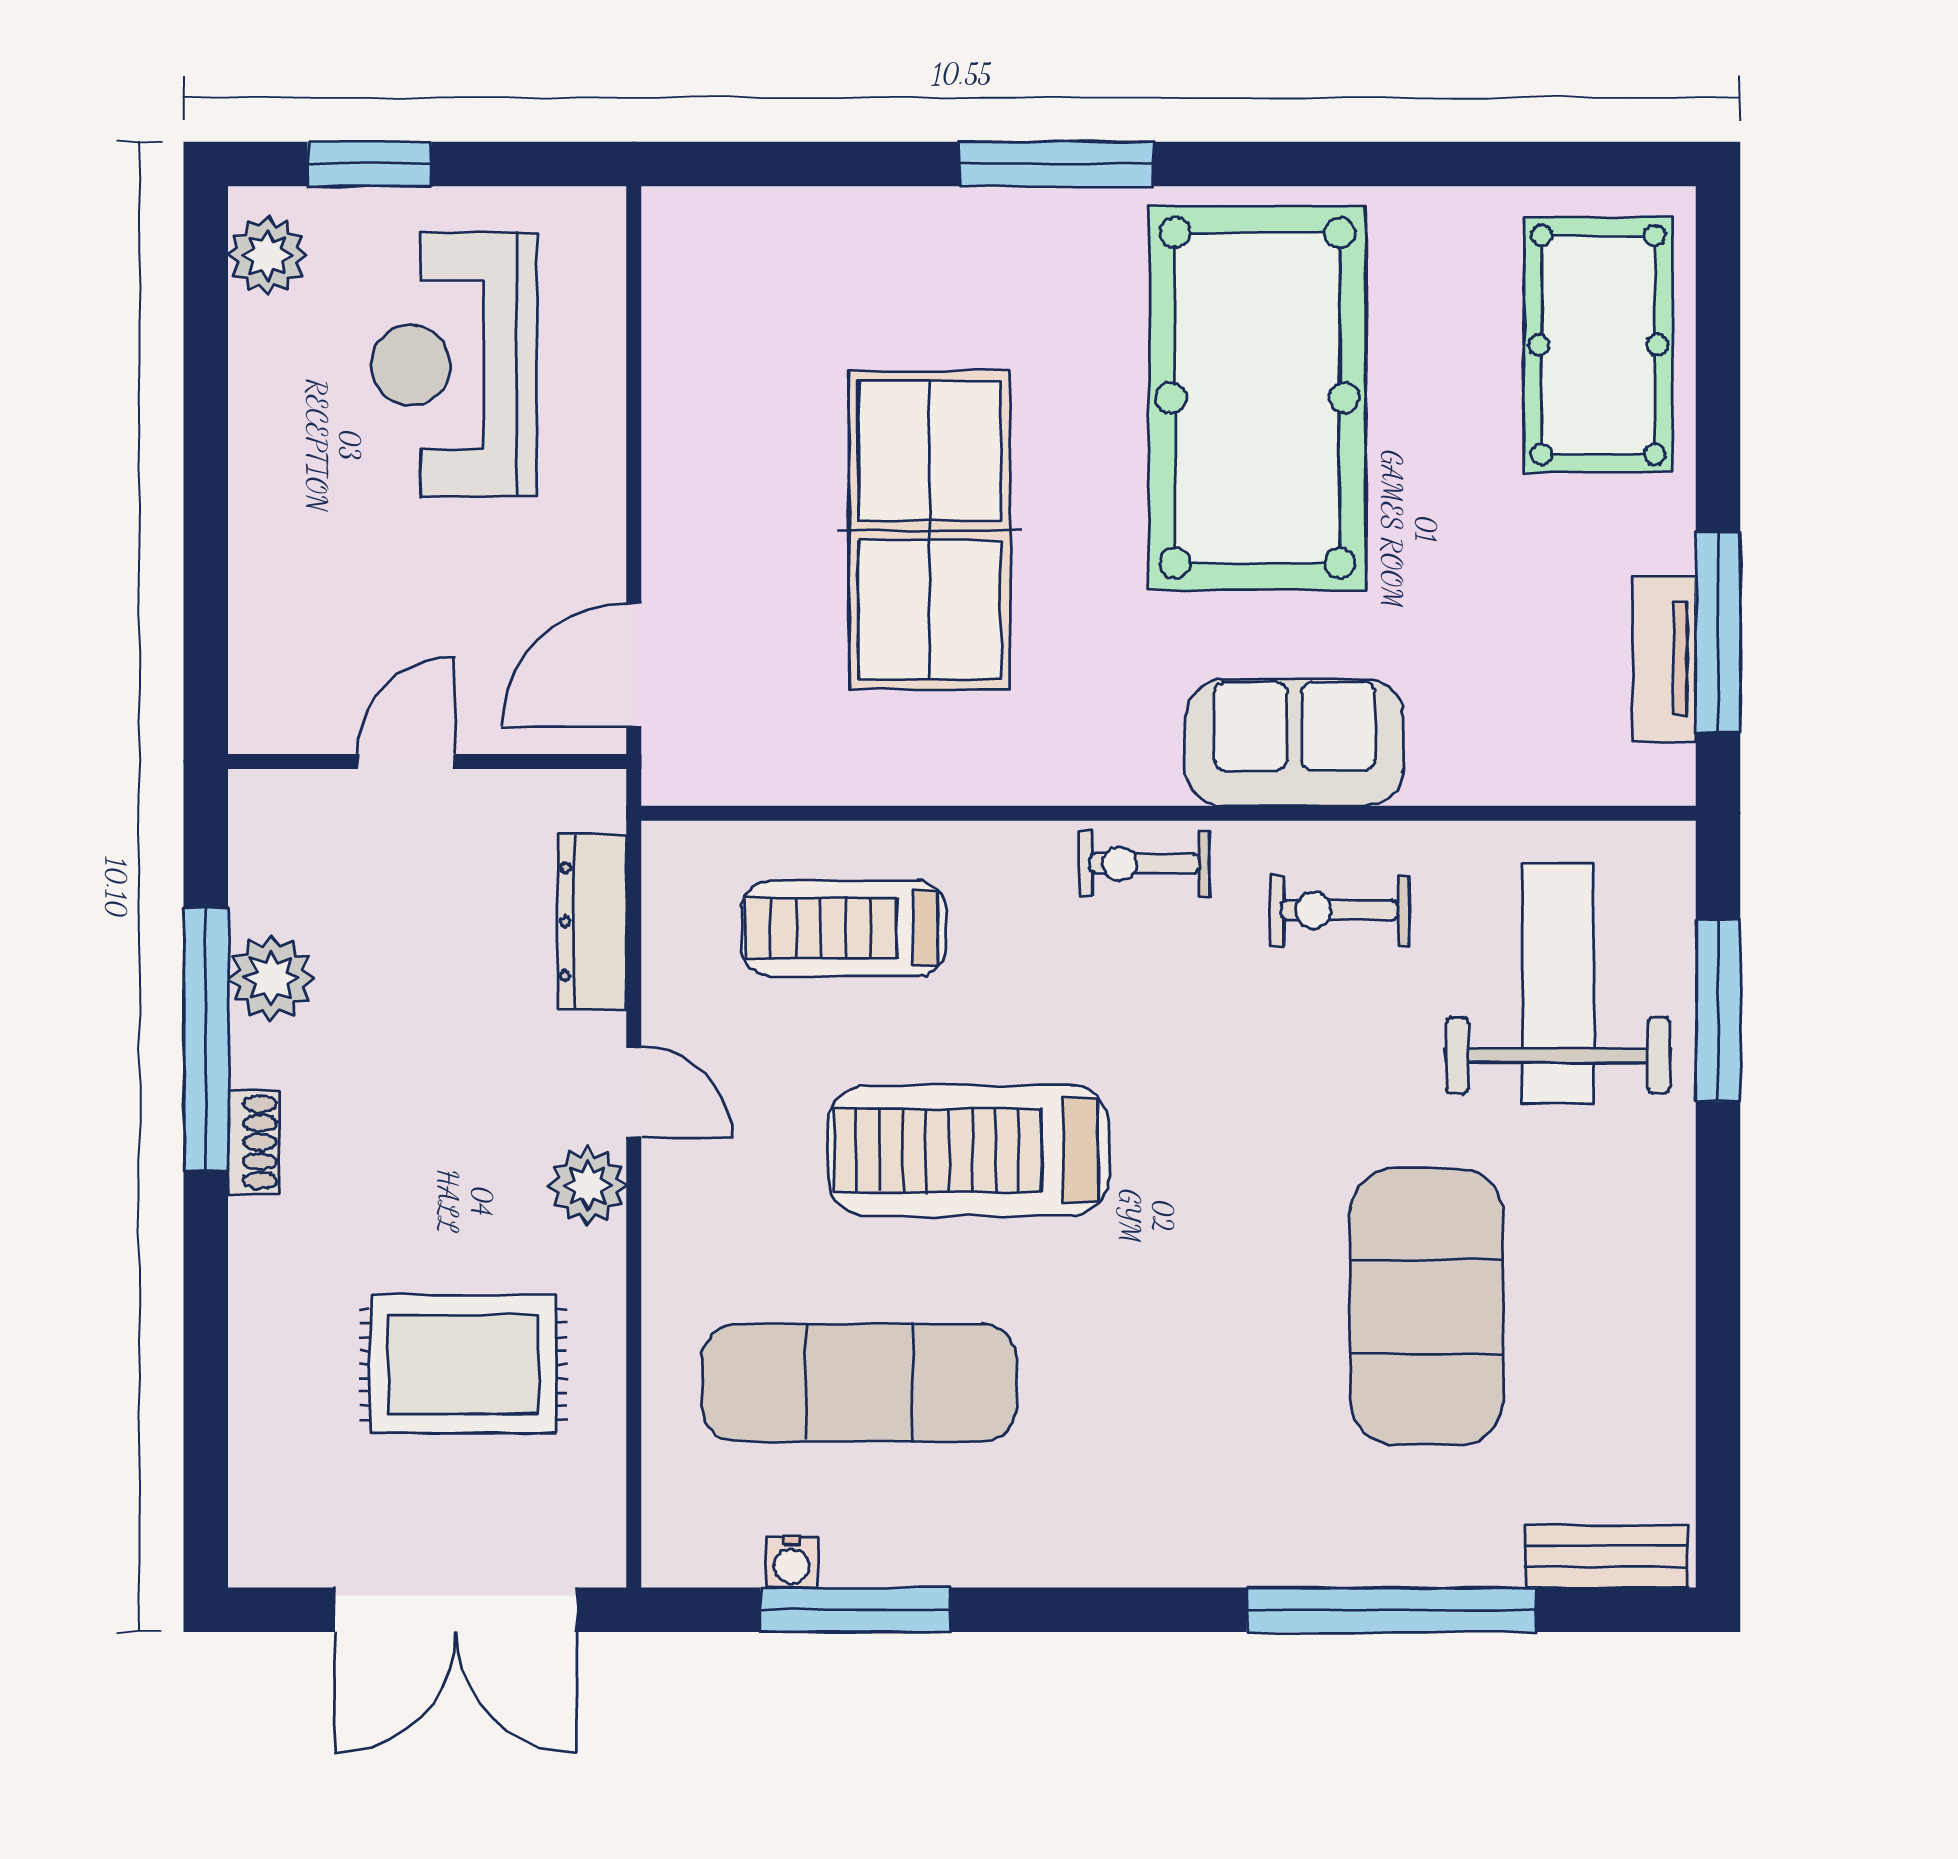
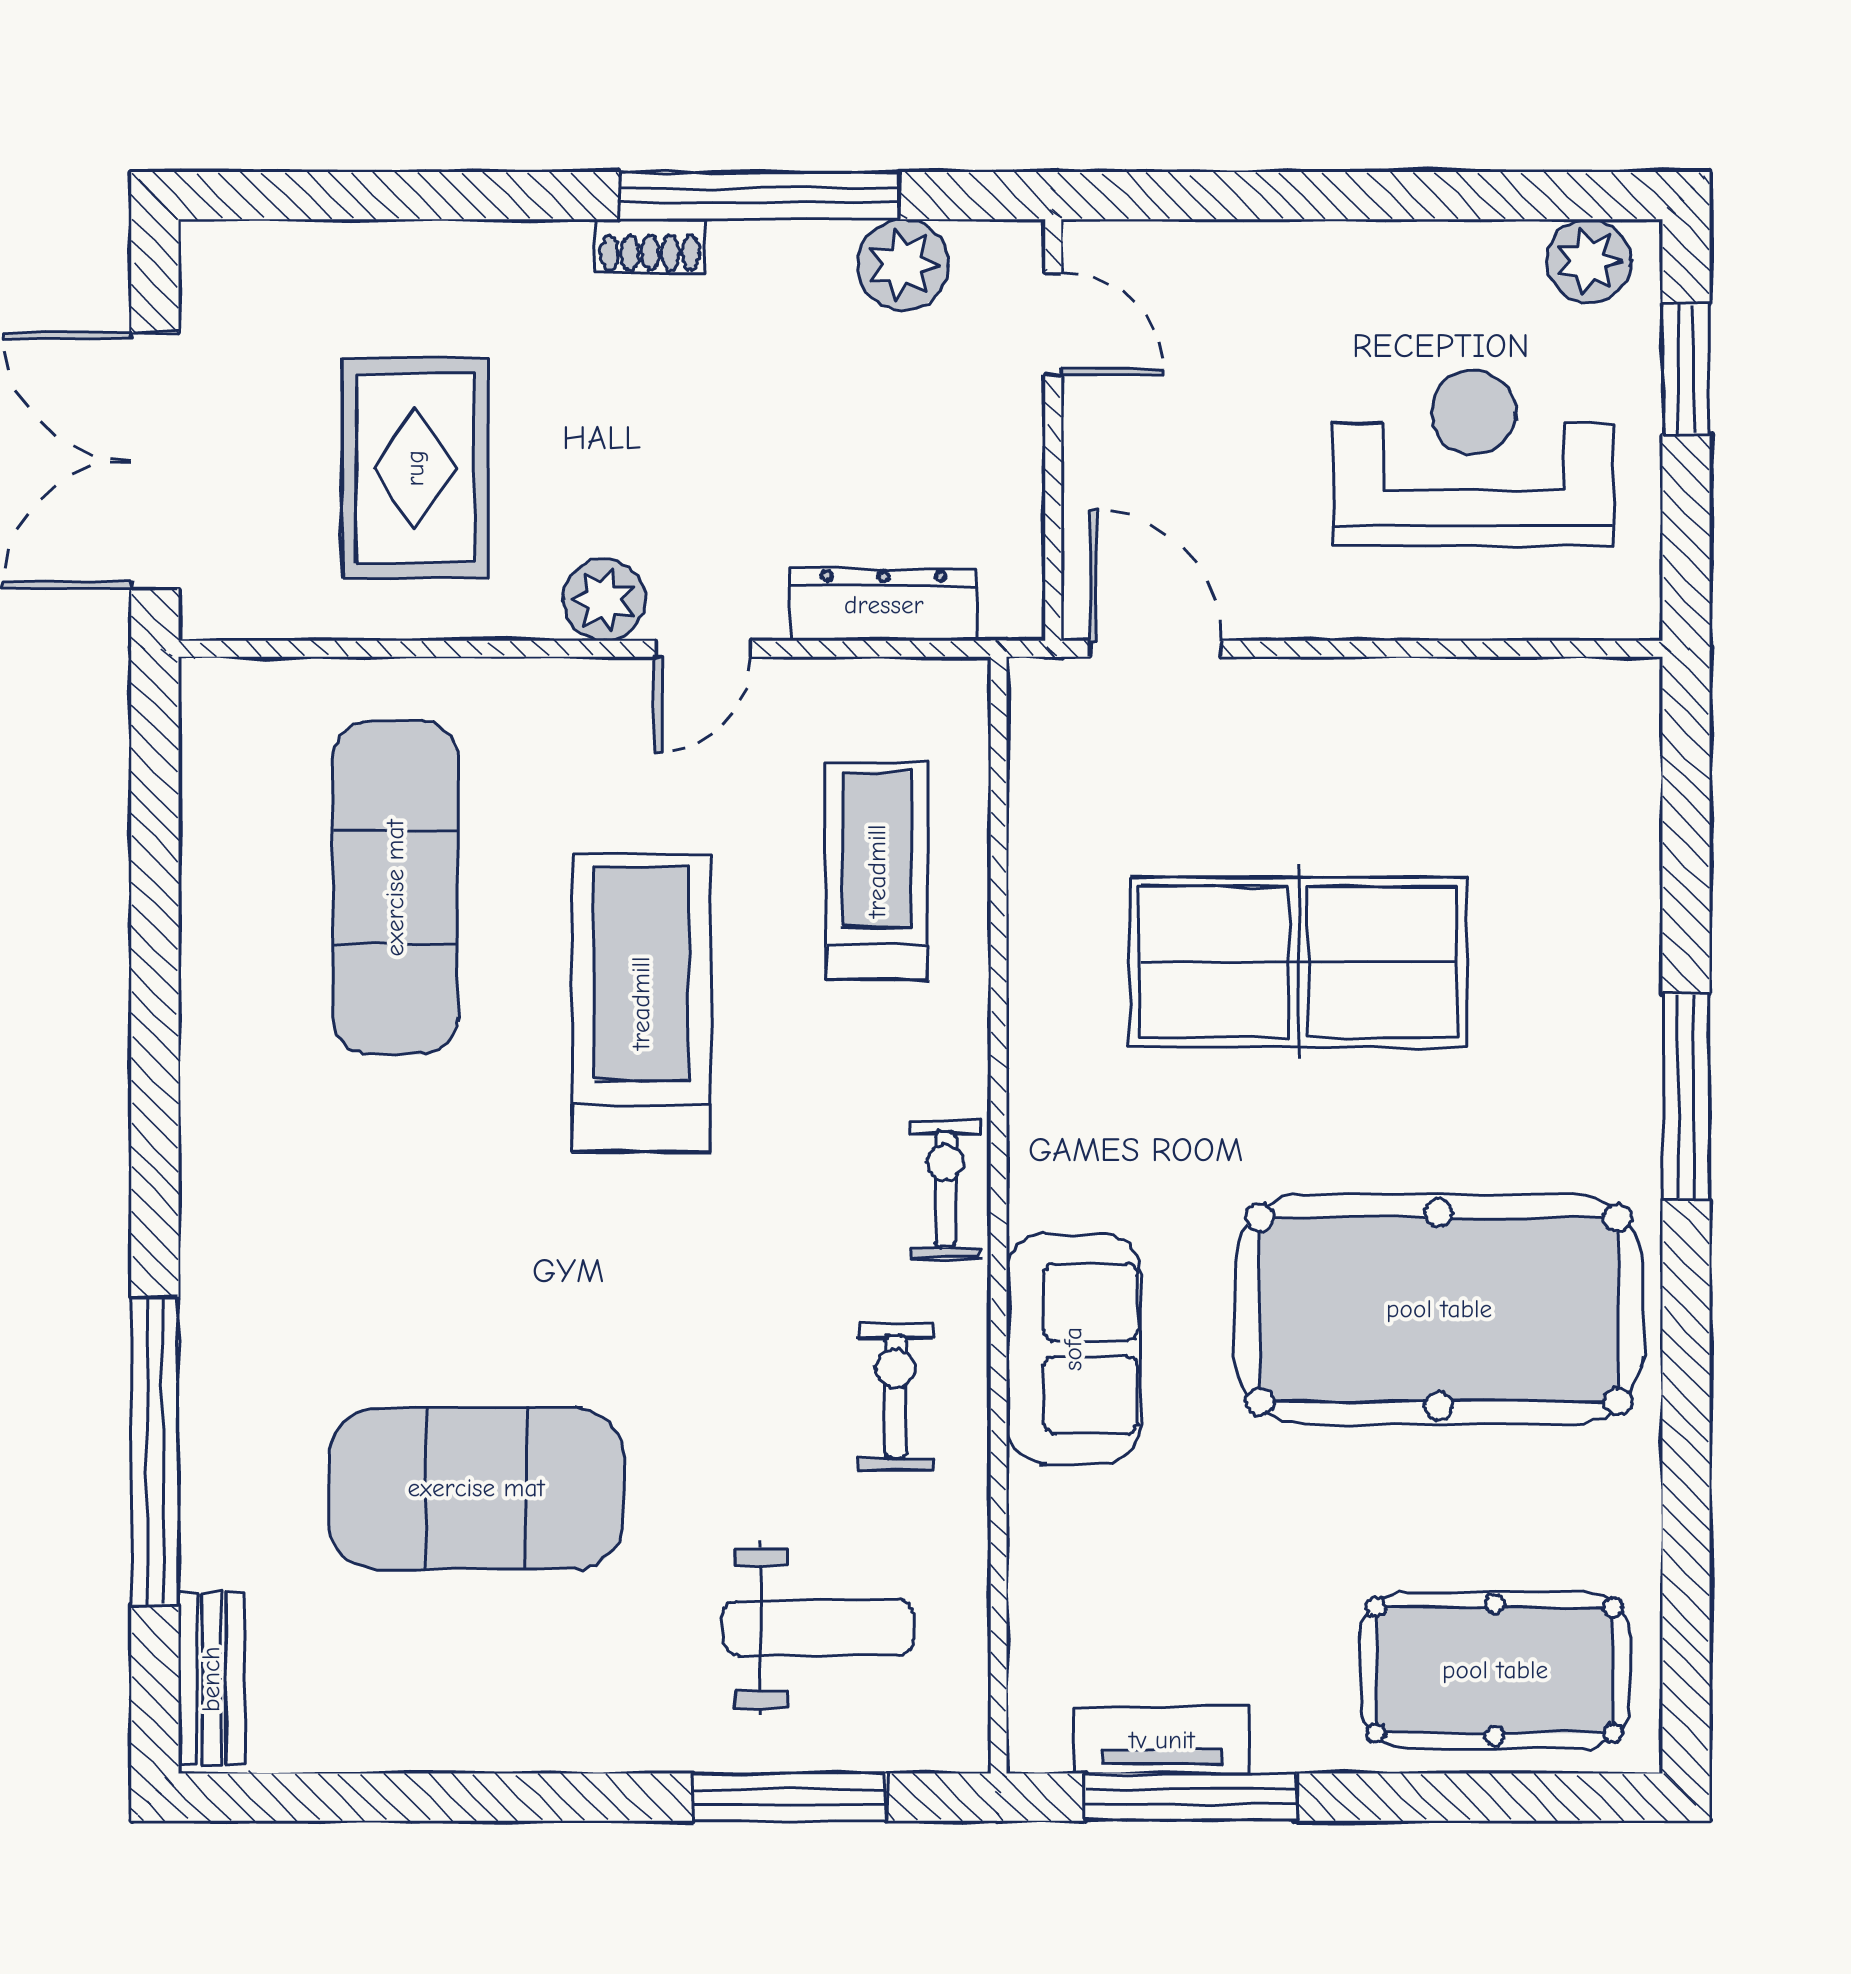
door: (406, 762) -> (1053, 324), moved
plant: (271, 978) -> (903, 265), moved
weight bench: (1558, 984) -> (818, 1628), width x0.73, depth x0.75
water cooler: (792, 1562) -> (205, 816), removed
window: (855, 1610) -> (155, 884), removed

